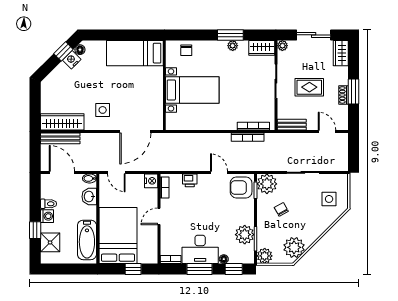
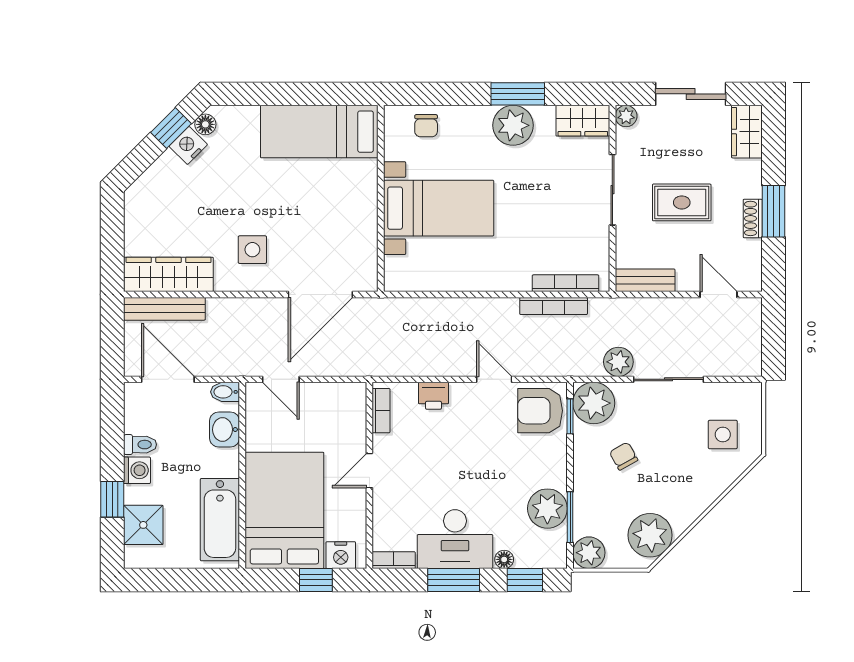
plant: (233, 46) -> (513, 125), width x1.88, depth x1.88
plant: (279, 164) -> (618, 362), added
nightstand: (151, 181) -> (341, 555), moved, turned 90

